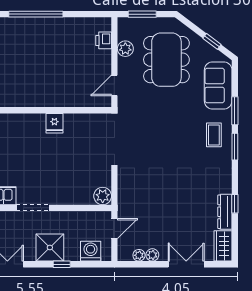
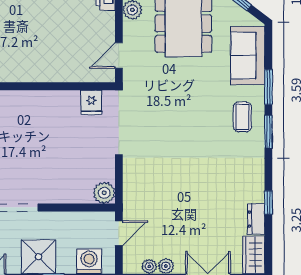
fridge: (54, 123) -> (91, 102), moved
dresser: (225, 212) -> (256, 219), width x0.70

